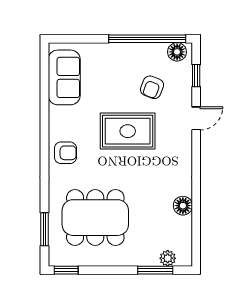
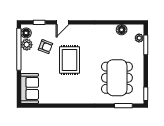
plant: (156, 53) -> (27, 45), added
sofa: (64, 77) -> (30, 88), moved, turned 90
door: (196, 118) -> (63, 22), swing flipped
armchair: (65, 153) -> (81, 94), removed
floor lamp: (183, 206) -> (122, 30), moved

